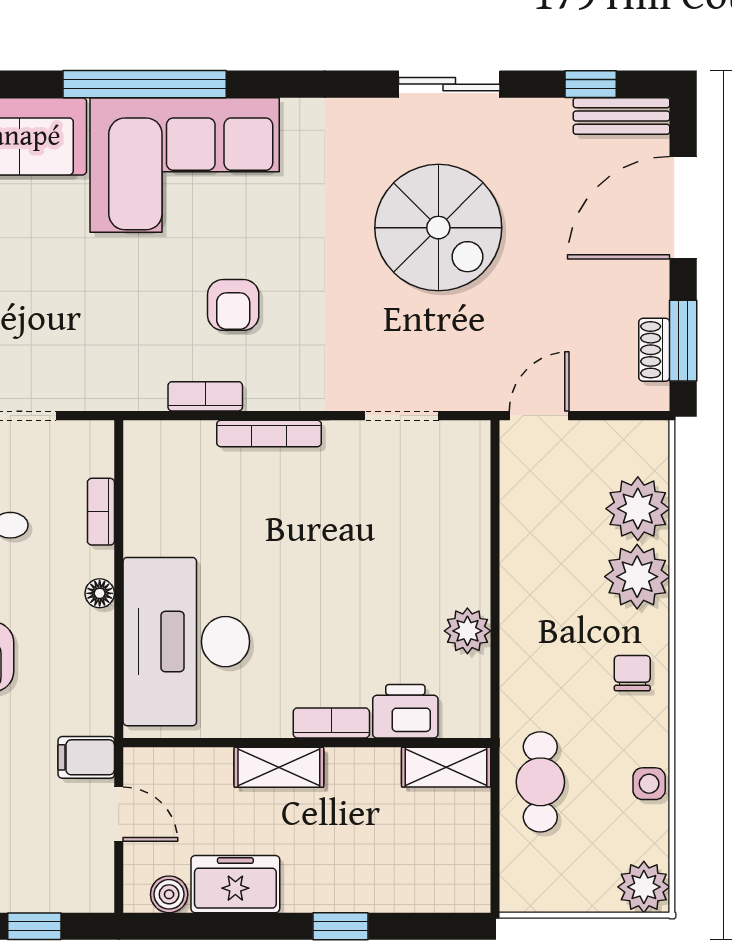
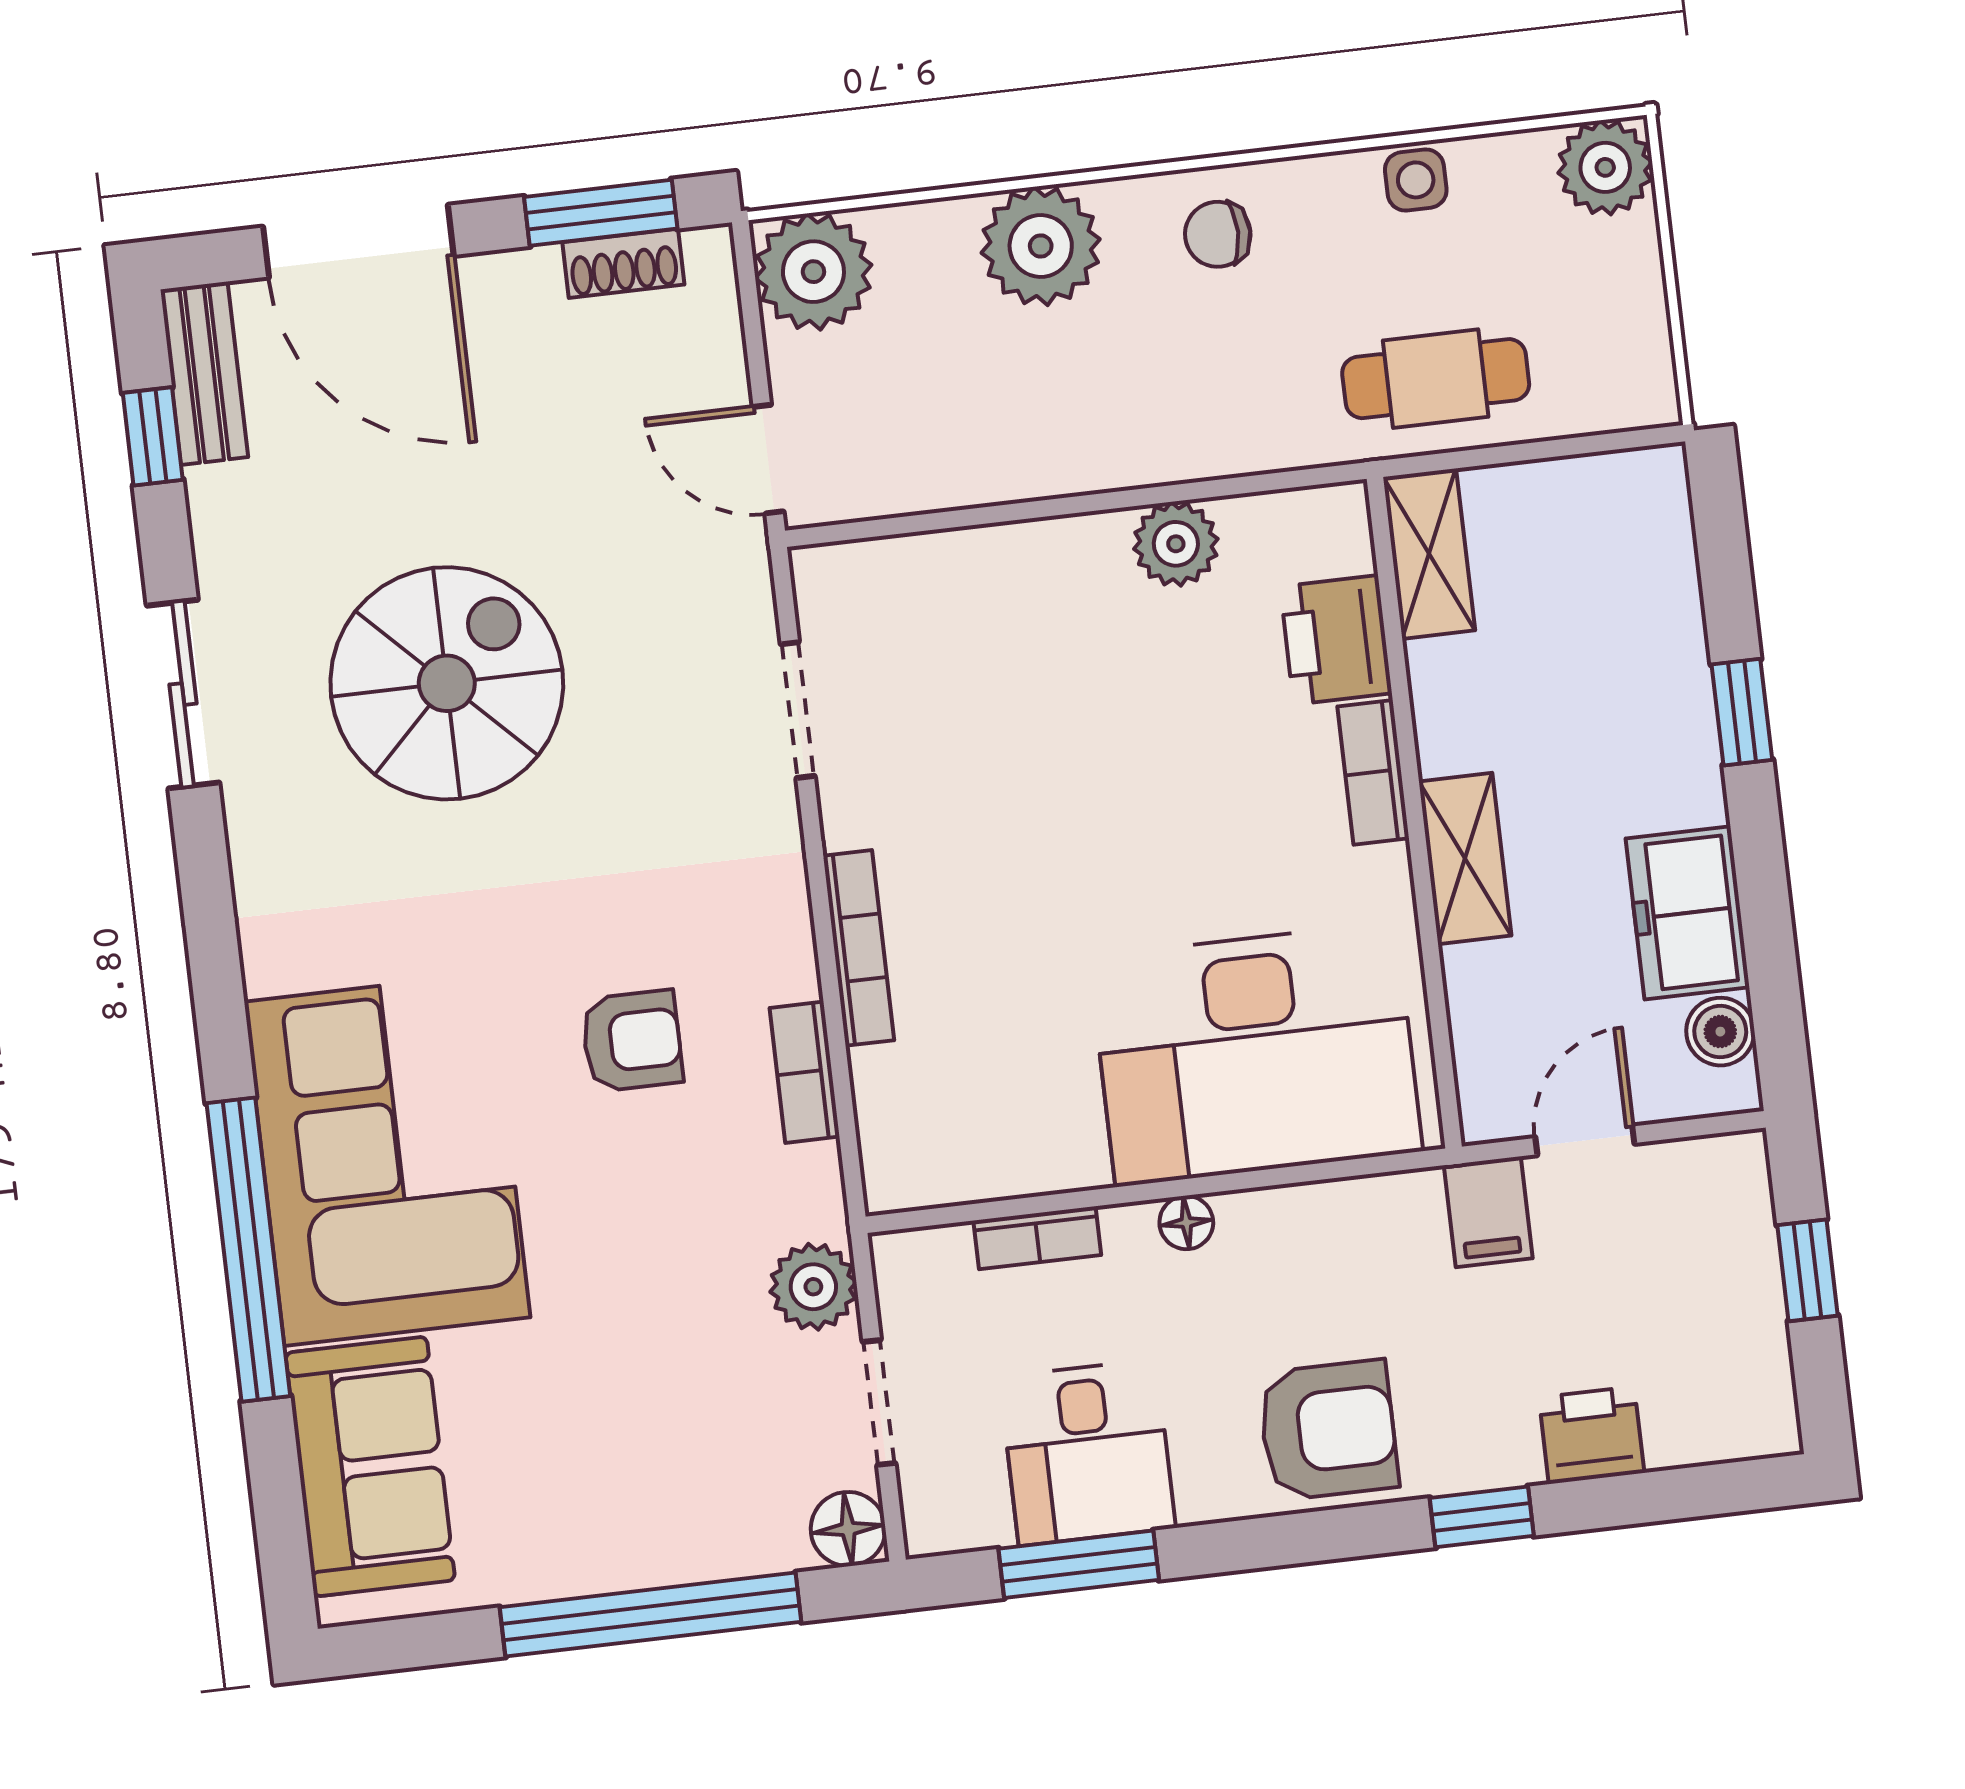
plant: (89, 388) -> (813, 1287), added
plant: (638, 509) -> (813, 272), moved

